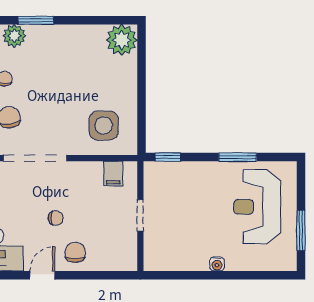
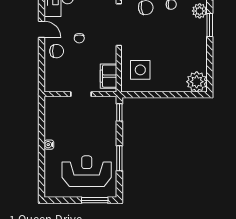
filing cabinet: (113, 174) -> (109, 76), width x2.00
window: (301, 230) -> (95, 200), moved

